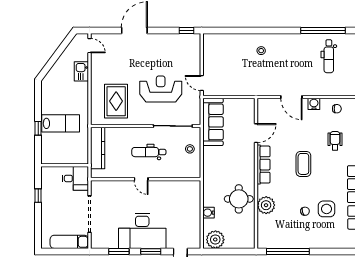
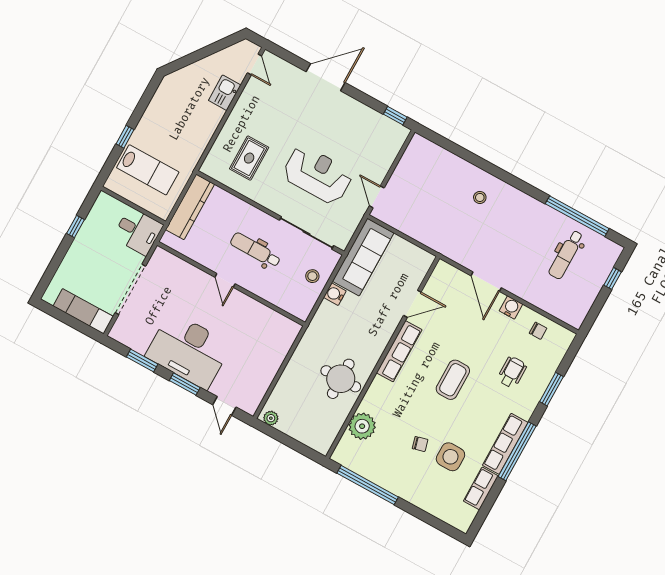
rug: (116, 101) -> (249, 158), width x0.73, depth x0.70
lab bench: (61, 123) -> (148, 170), moved
plant: (266, 205) -> (362, 426), moved
water cooler: (208, 213) -> (335, 294), moved
plant: (215, 240) -> (271, 418), width x0.53, depth x0.53

